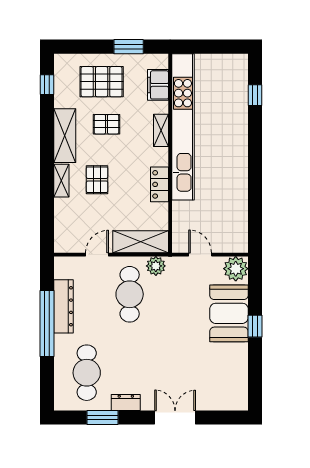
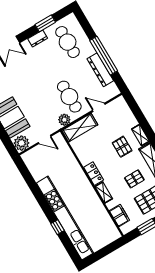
window: (255, 95) -> (57, 227), moved
kitchen unit: (183, 127) -> (65, 218), moved, turned 180
locker: (160, 184) -> (94, 174), moved
door: (97, 255) -> (99, 107), swing flipped

